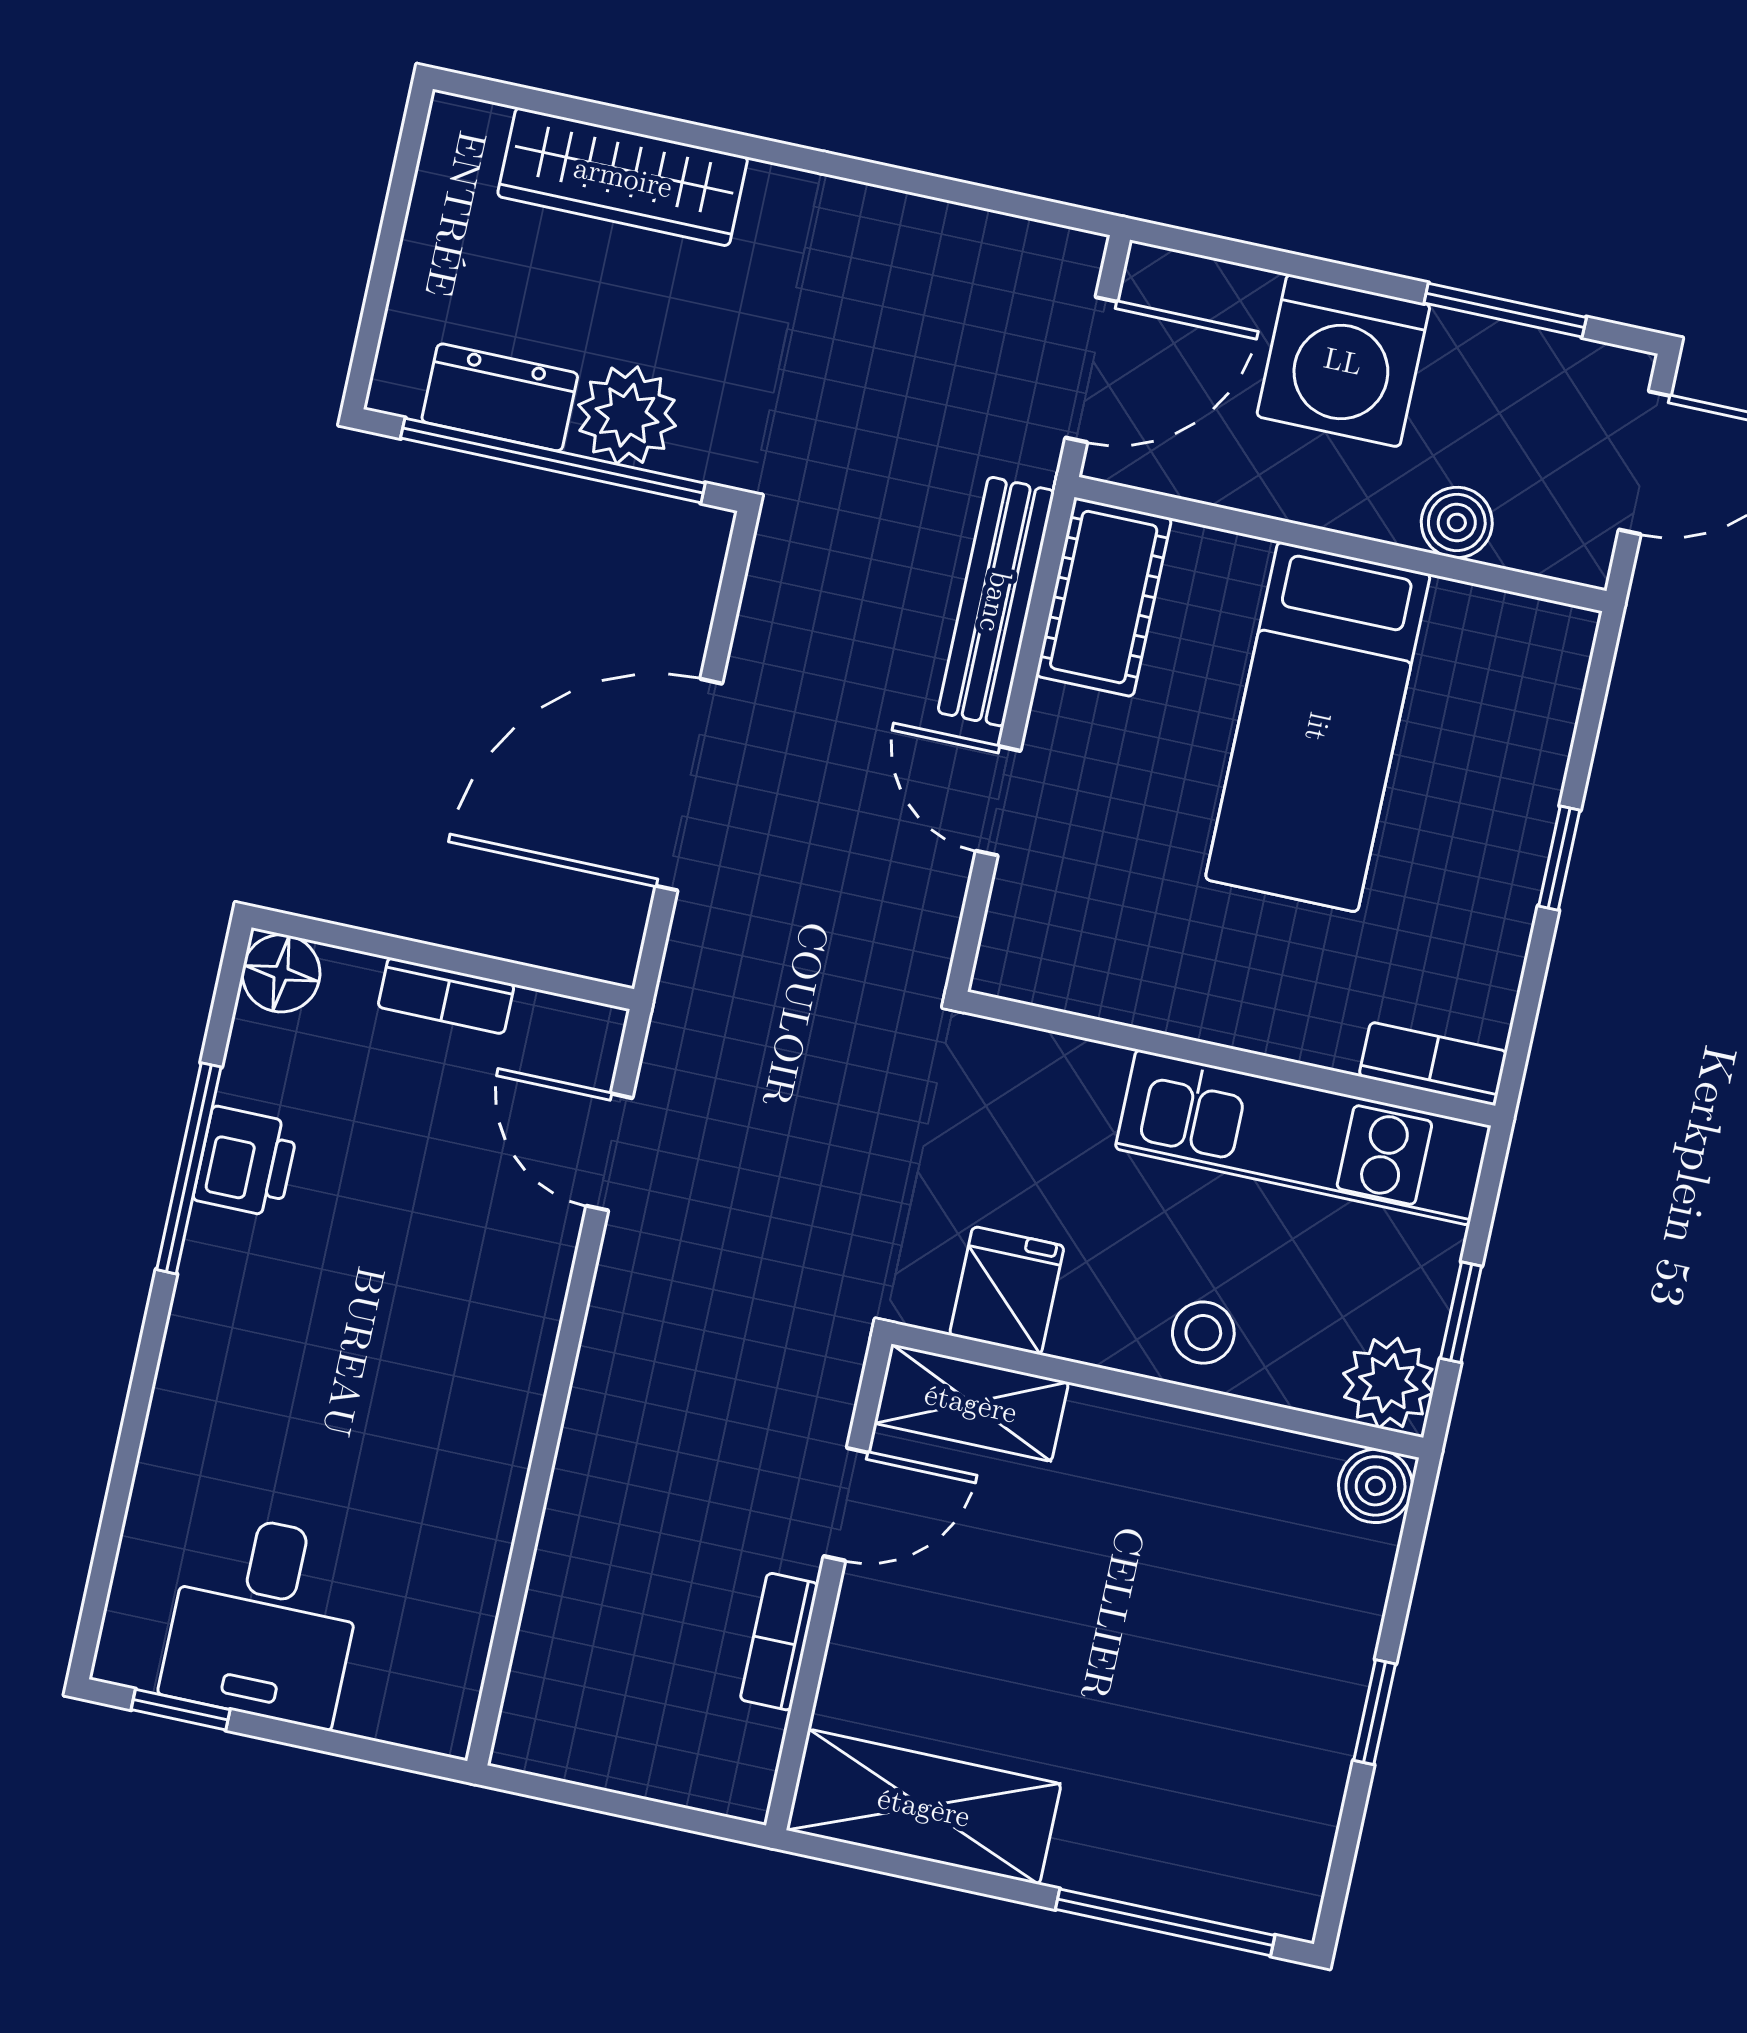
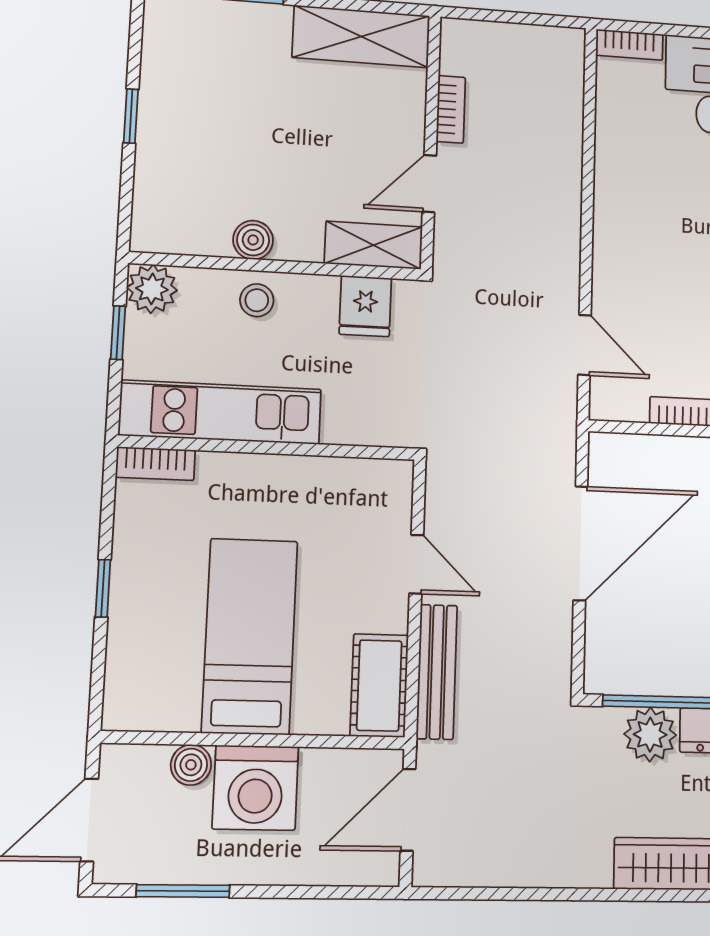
washing machine: (1343, 361) -> (255, 788), moved, turned 180
boiler: (1375, 1486) -> (253, 240), moved
bookcase: (408, 1721) -> (629, 45), added

